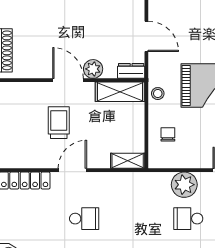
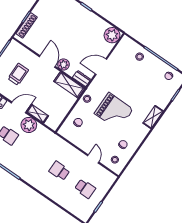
door: (146, 36) -> (101, 67), swing flipped
trolley: (59, 123) -> (18, 74), moved
shelving: (128, 161) -> (38, 114), moved
plant: (184, 185) -> (29, 125), moved

